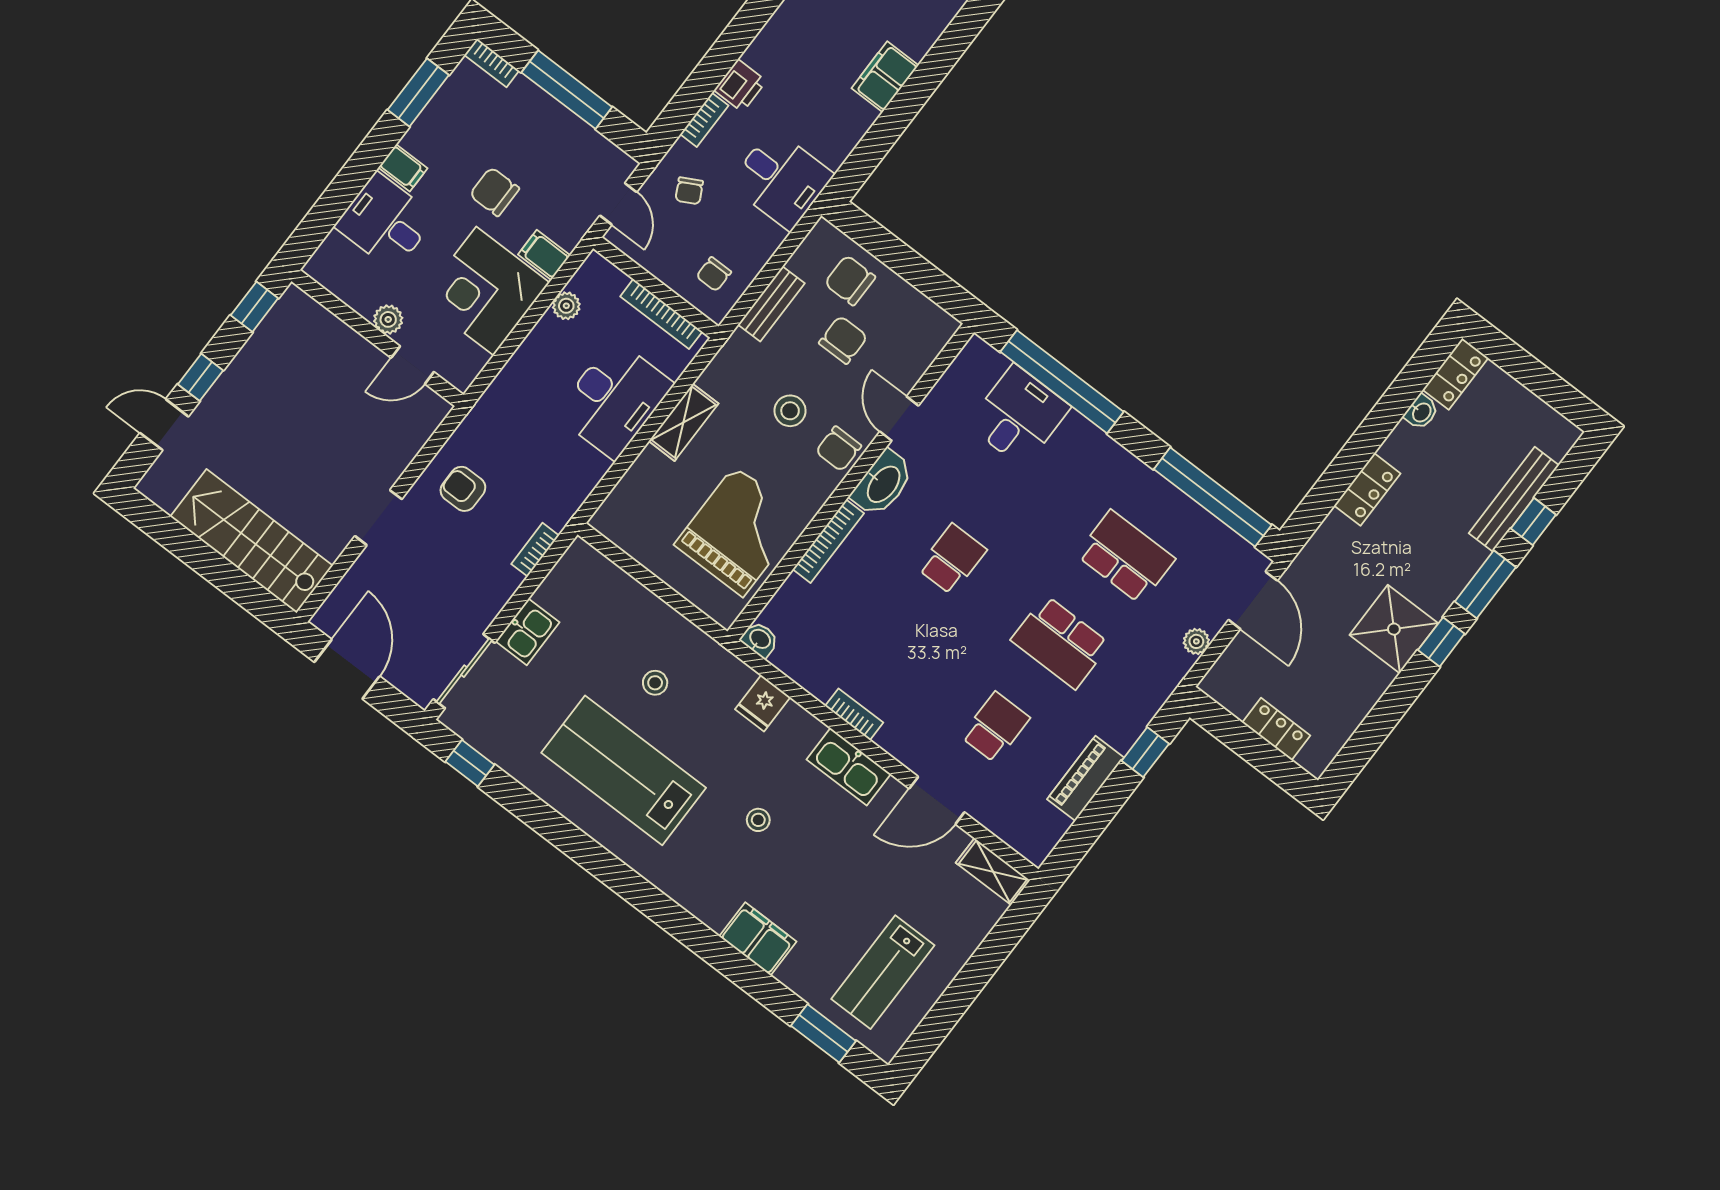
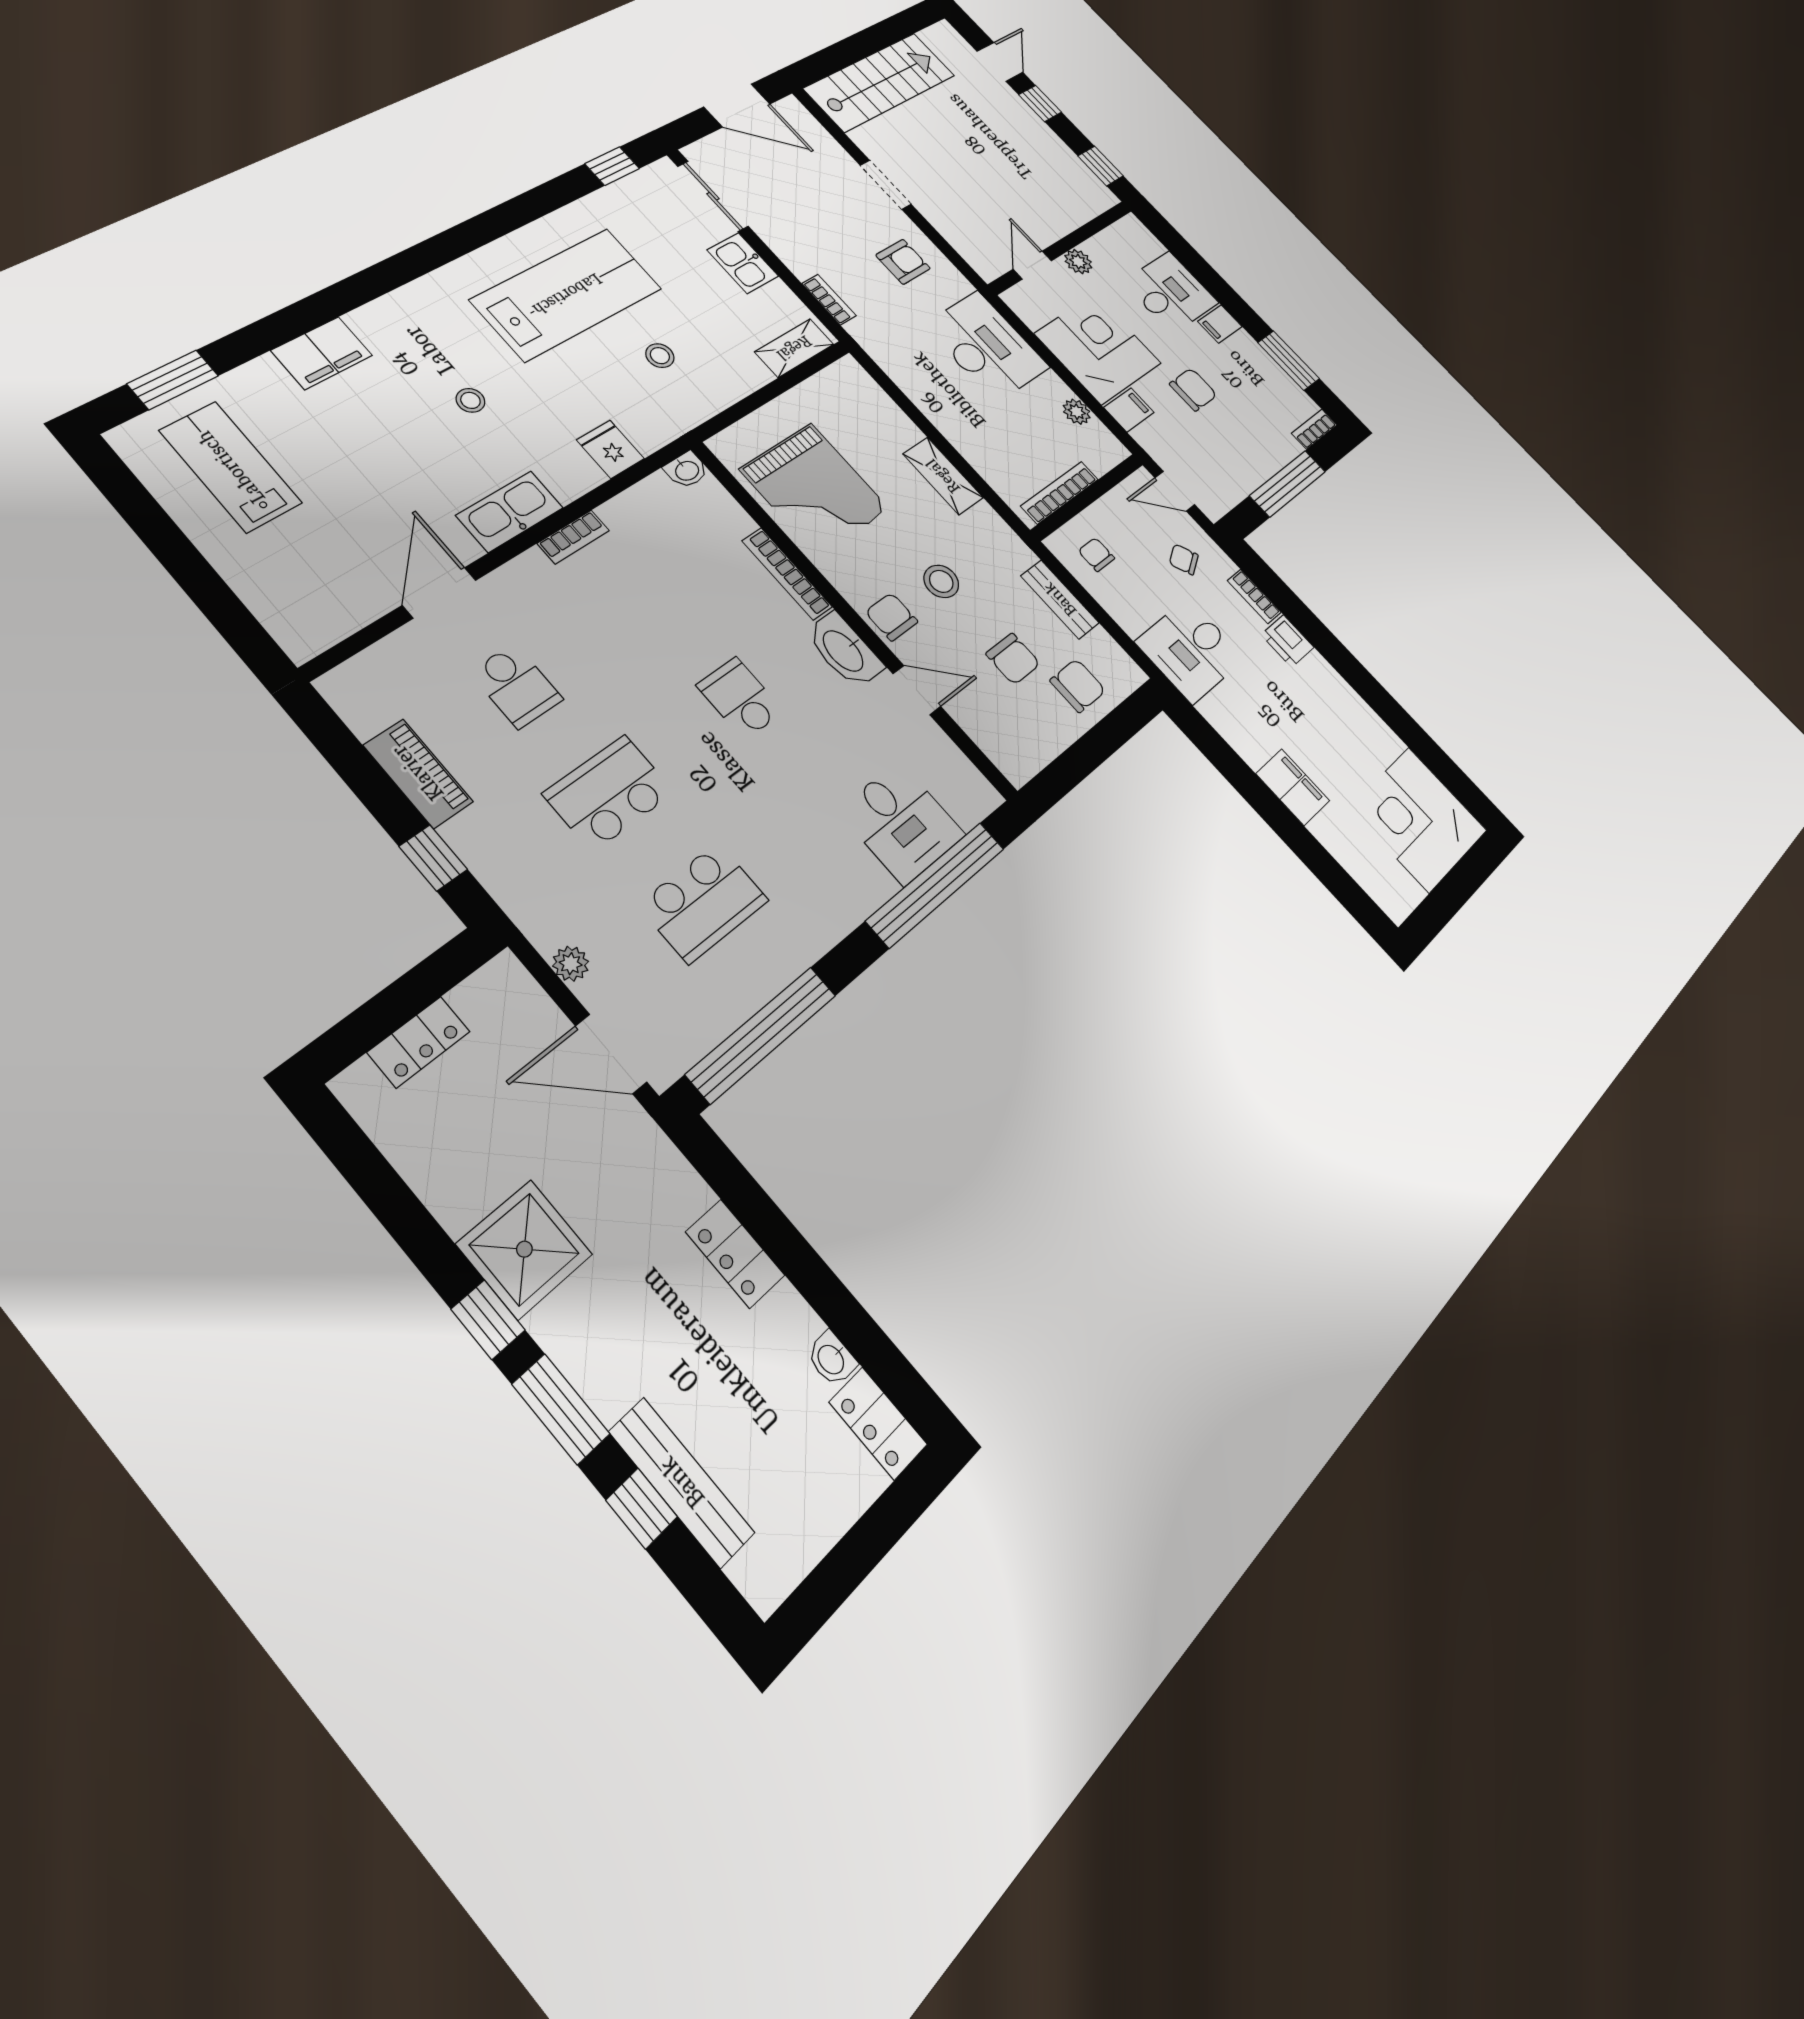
desk: (614, 399) -> (987, 346), moved, turned 180
school desk: (952, 559) -> (740, 698), turned 180
shelving: (993, 872) -> (794, 348), moved

